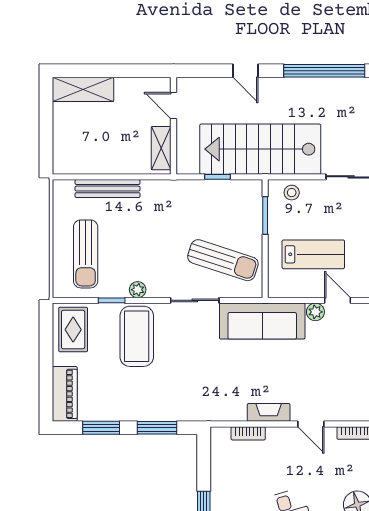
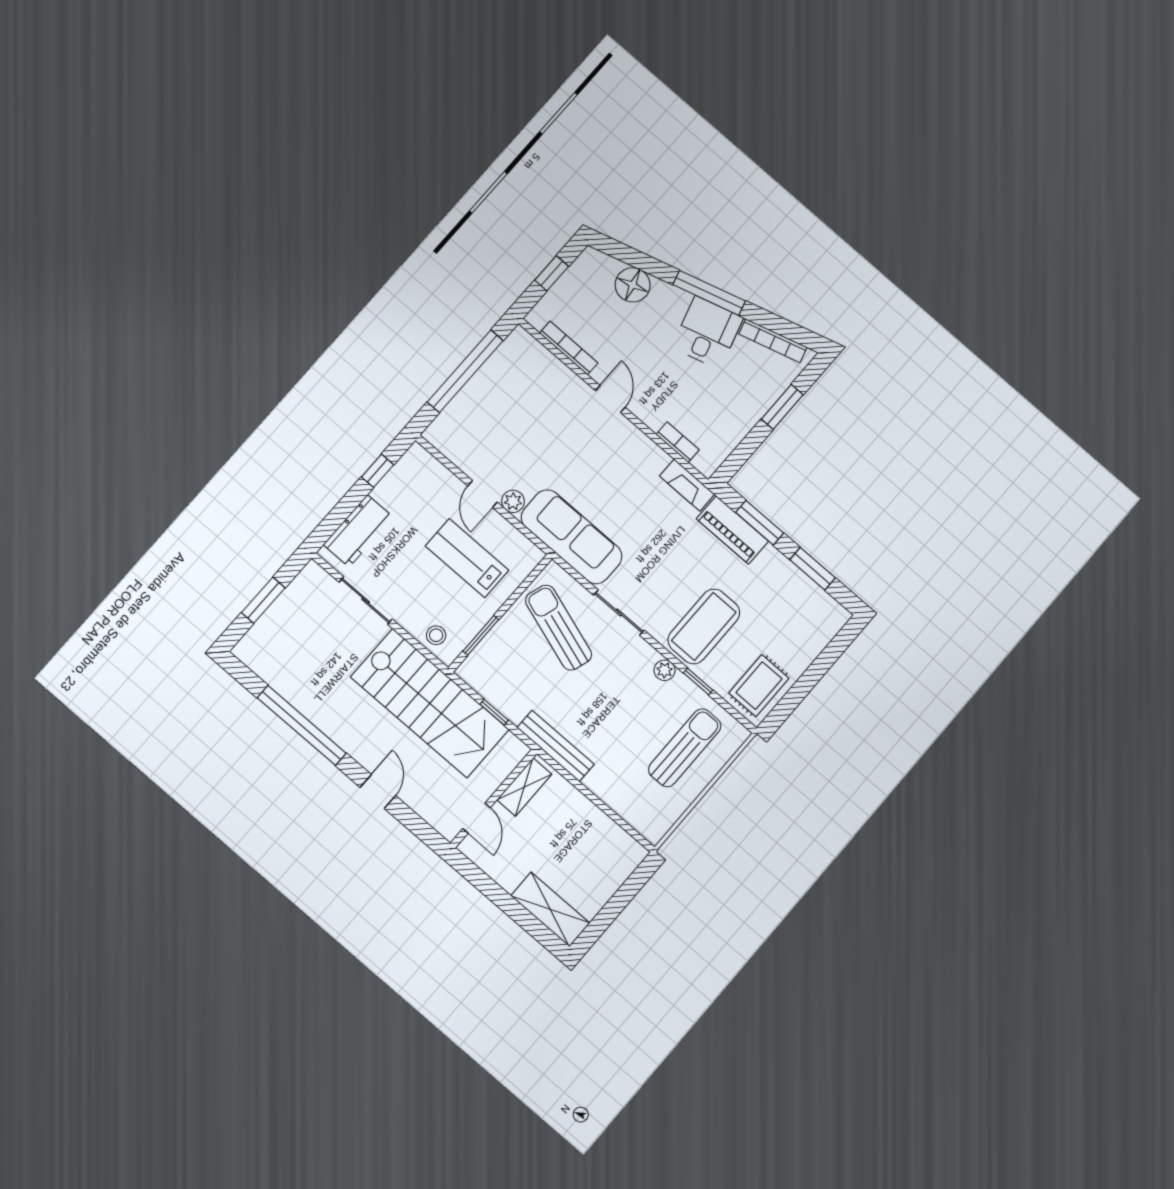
bench: (108, 189) -> (556, 746), moved
piano: (65, 394) -> (732, 530), moved, turned -90
fireplace: (269, 412) -> (687, 485), moved

